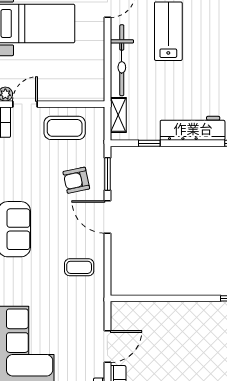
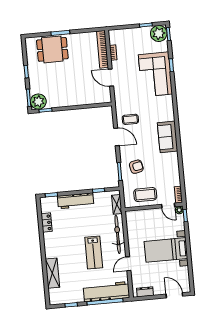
door: (25, 104) -> (168, 206), hinge flipped
door: (107, 217) -> (116, 137), moved
door: (107, 347) -> (111, 78), hinge flipped

